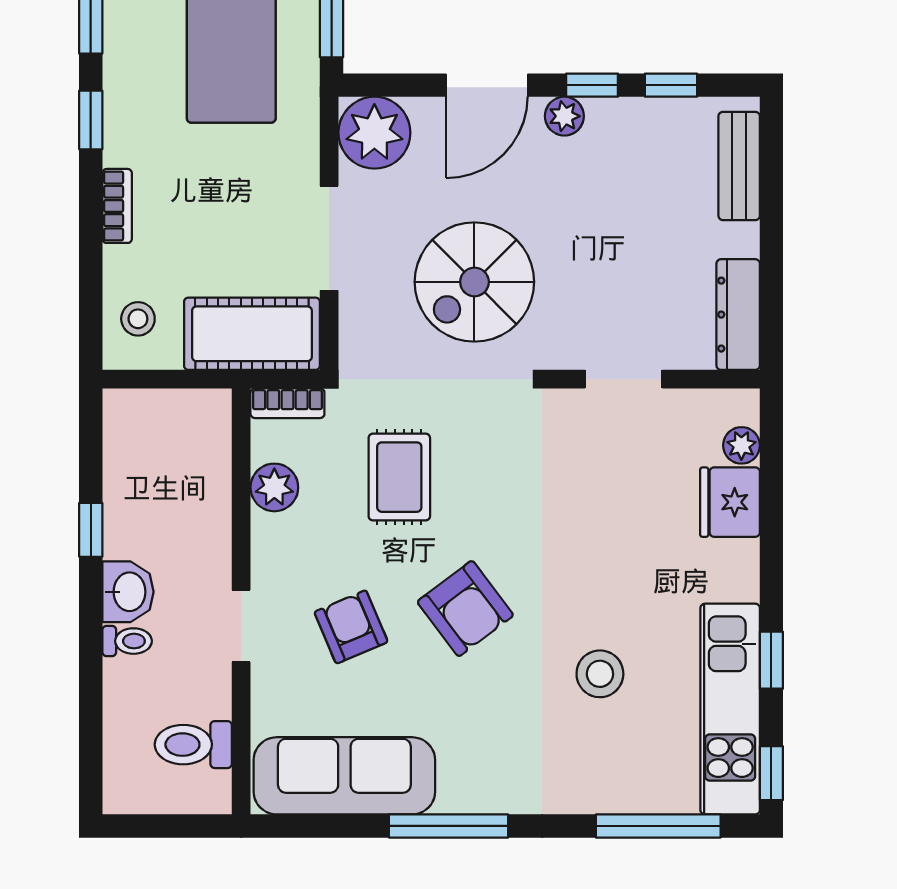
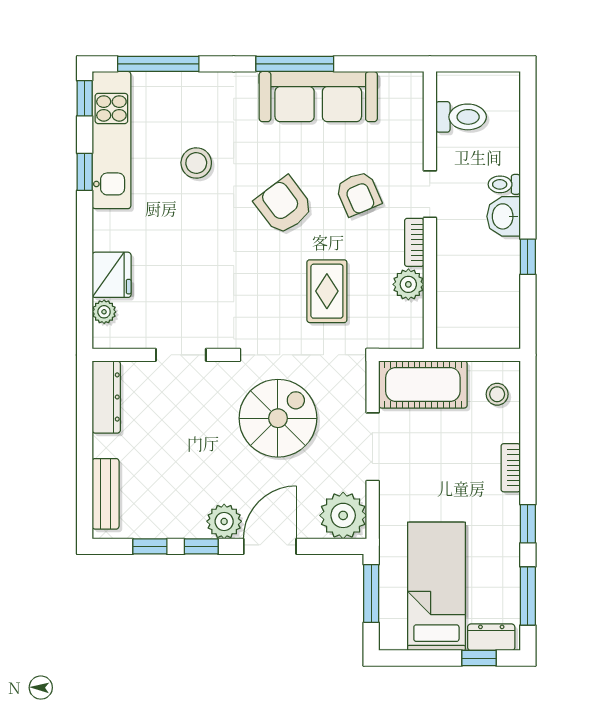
plant: (564, 116) -> (224, 521), width x1.38, depth x1.38
bookcase: (287, 403) -> (414, 242), moved, turned -90
sofa: (344, 776) -> (318, 97), moved

